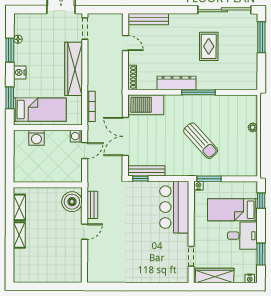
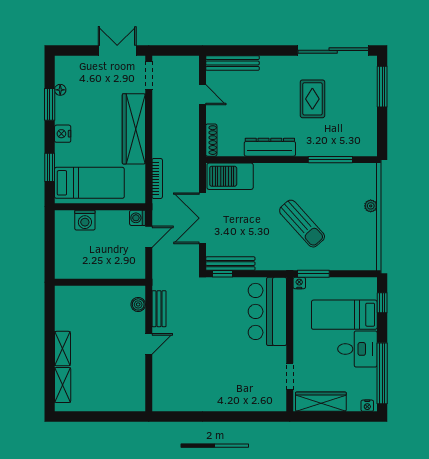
window: (198, 92) -> (330, 160), moved
boiler: (72, 202) -> (138, 304), width x0.54, depth x0.54
shelving: (19, 207) -> (63, 385), moved
window: (261, 254) -> (382, 373), width x2.11

